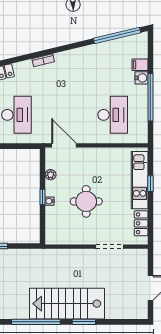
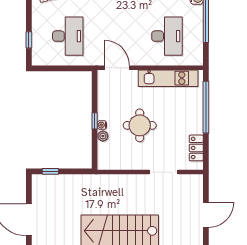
plant: (51, 175) -> (103, 136), moved
kitchen unit: (140, 180) -> (168, 78), moved, turned -90
window: (150, 184) -> (206, 107), width x3.17

